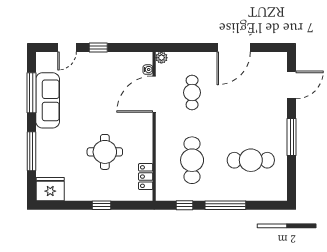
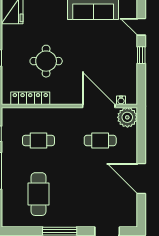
plant: (161, 58) -> (127, 117), width x1.88, depth x1.88
cafe table: (192, 160) -> (39, 141), width x0.73, depth x0.74
locker: (146, 177) -> (30, 98), width x1.53

